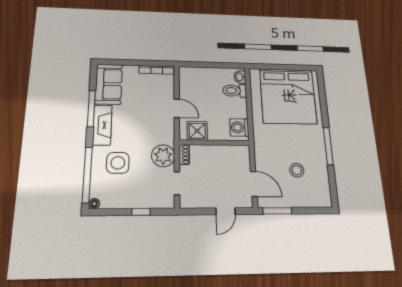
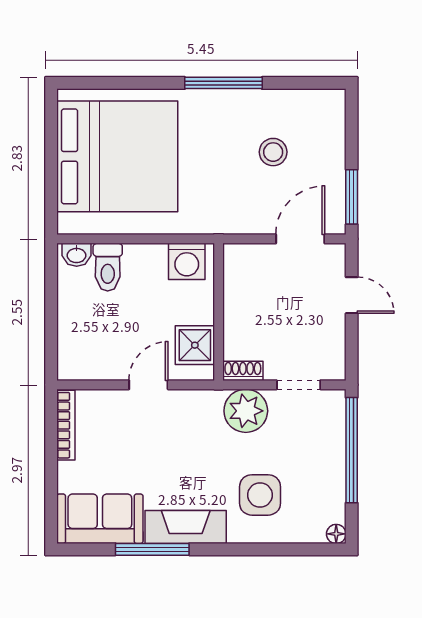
window: (87, 175) -> (283, 549), removed
window: (141, 212) -> (352, 450), width x3.17

